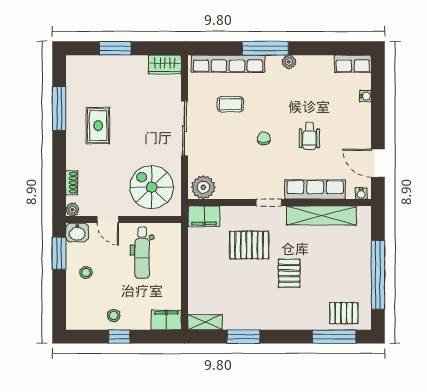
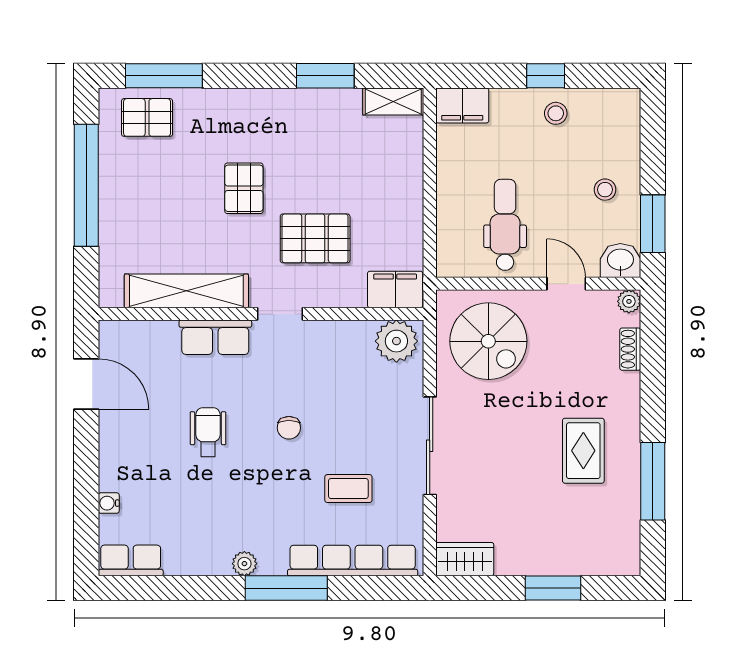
row of seats: (315, 189) -> (215, 337), width x0.68
water cooler: (361, 193) -> (116, 330), removed

